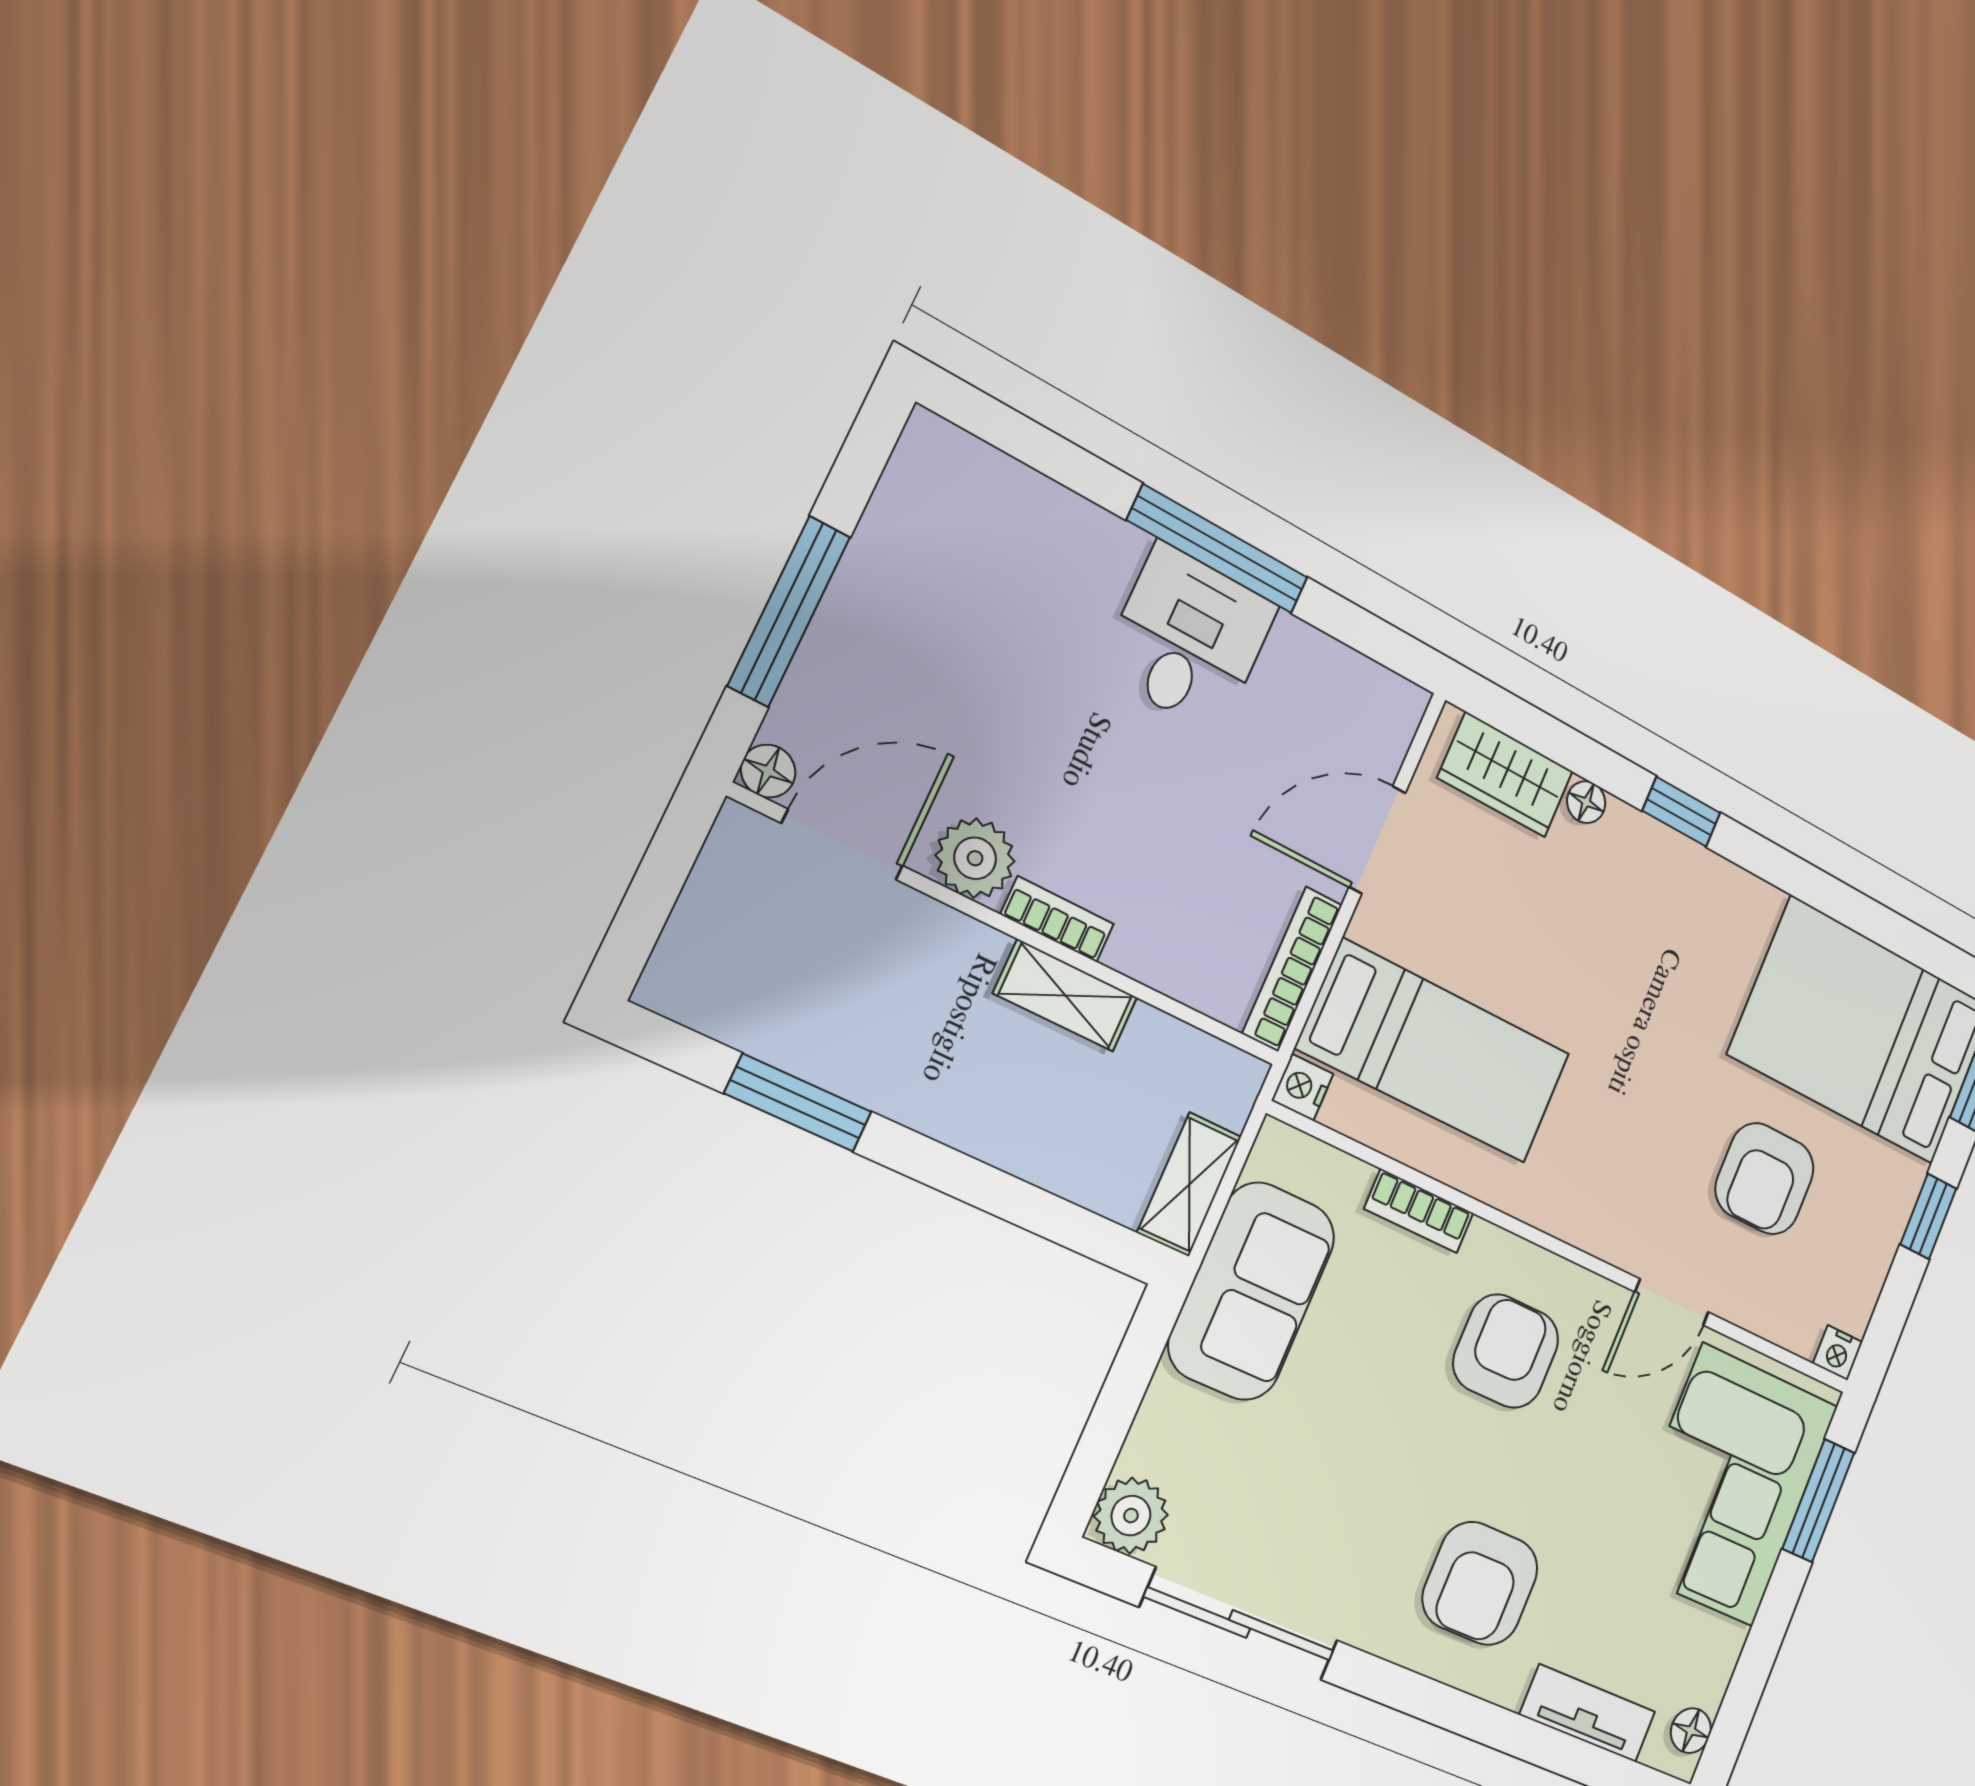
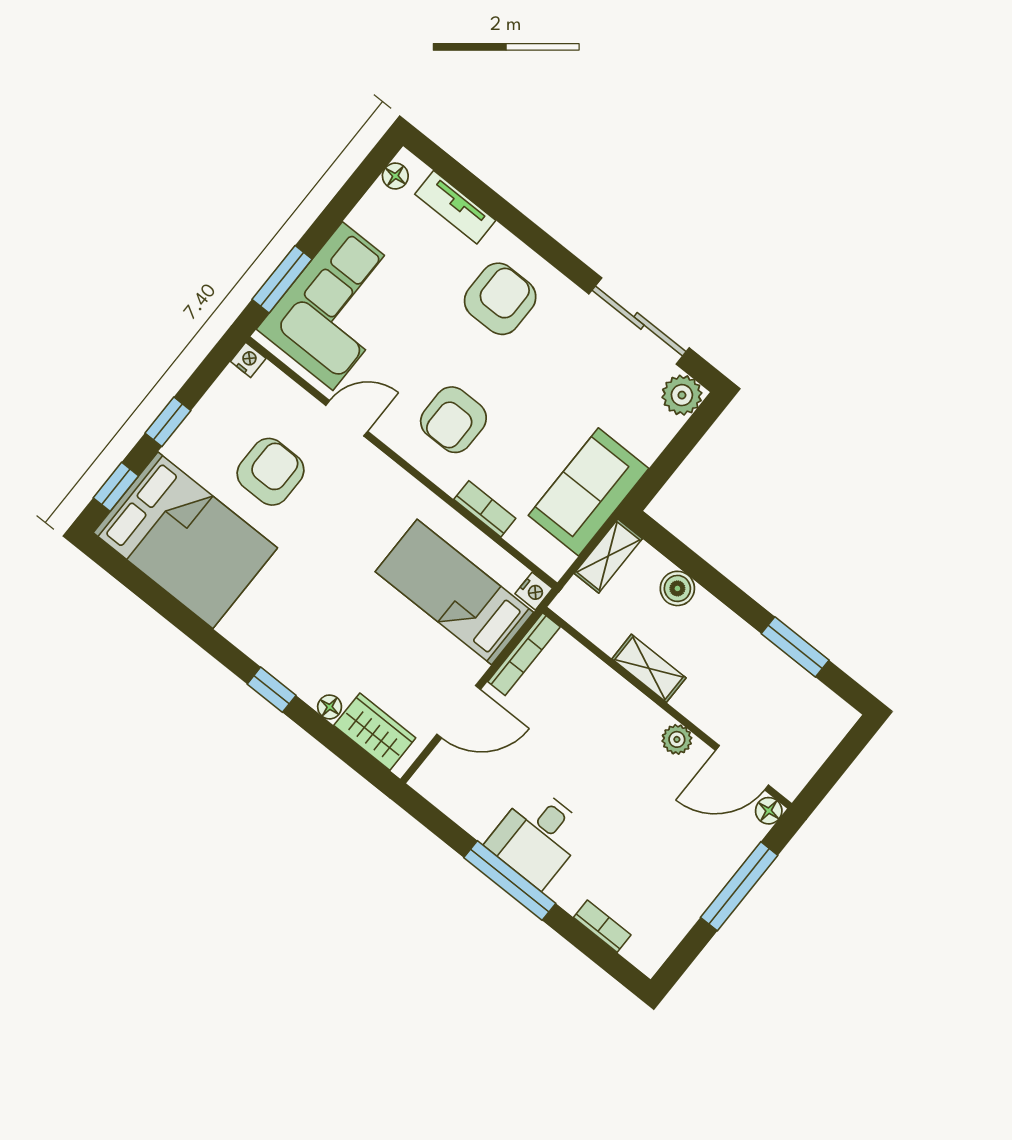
plant: (975, 858) -> (677, 739), width x0.73, depth x0.73
bookcase: (1057, 919) -> (602, 926), moved, turned 180
boiler: (1050, 1158) -> (677, 588), added

